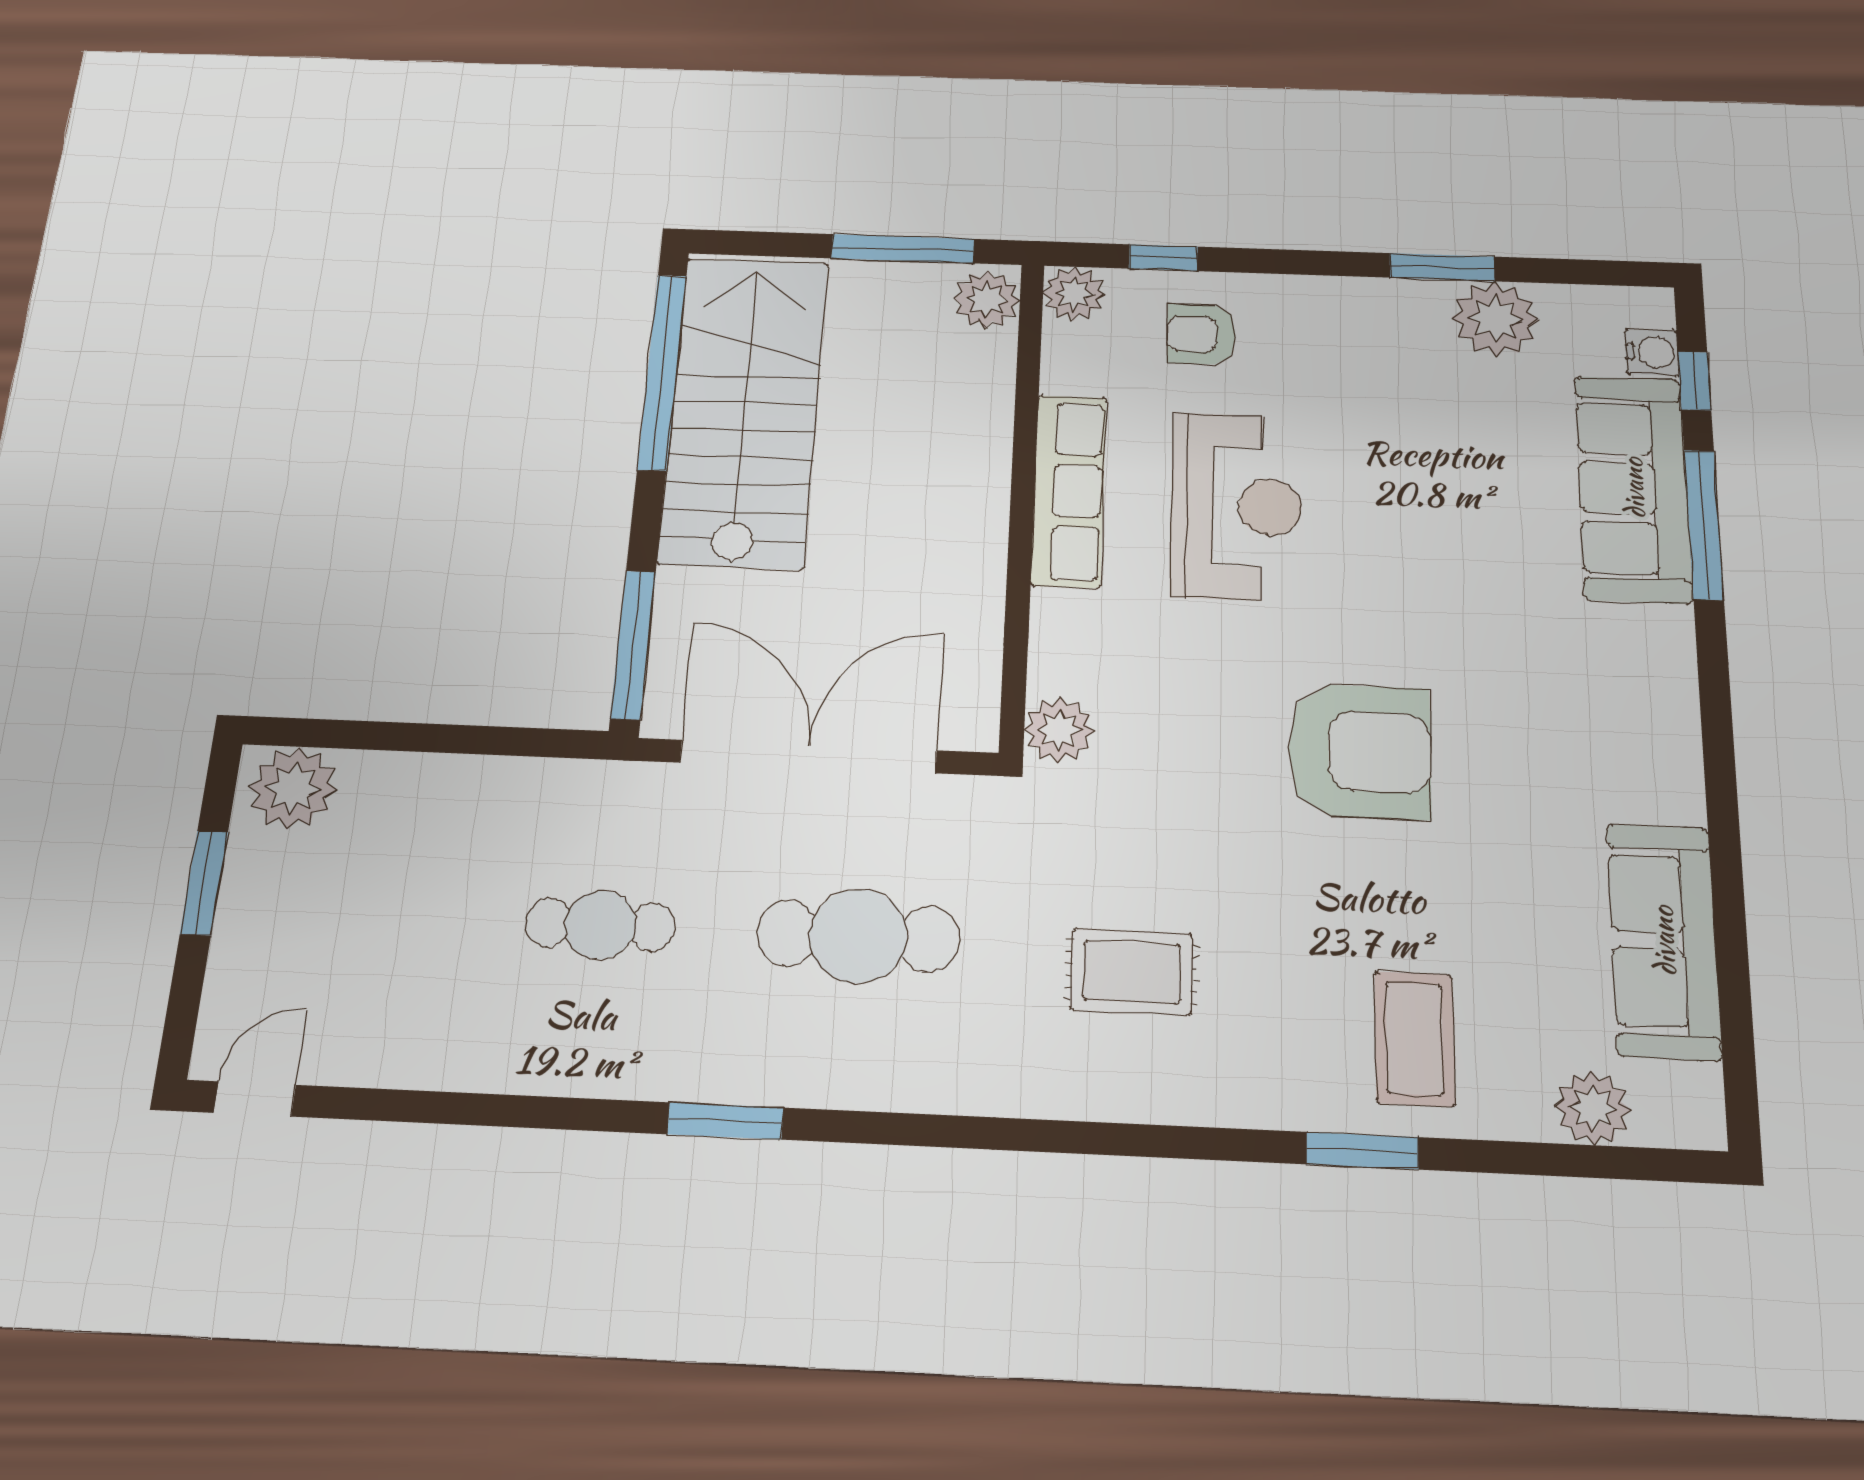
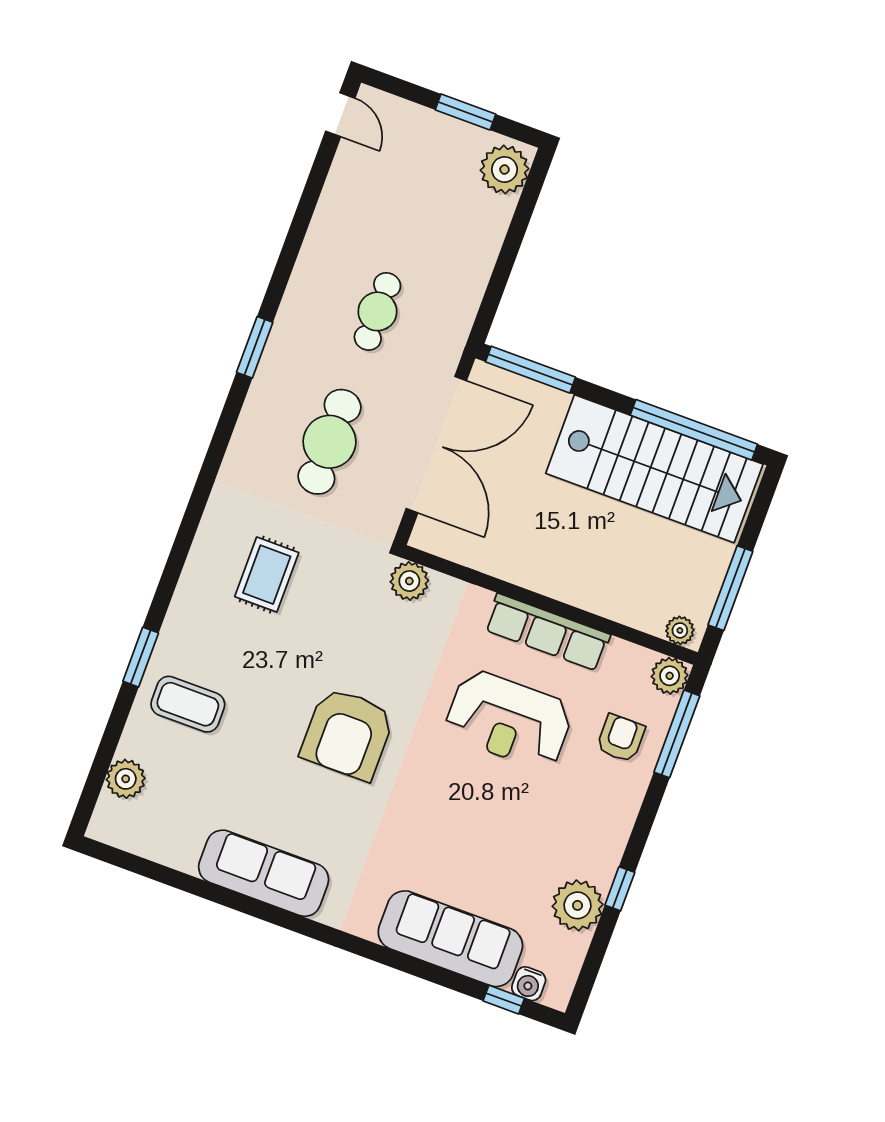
window: (1163, 258) -> (677, 734), width x2.17
window: (1442, 267) -> (620, 889), width x0.67
plant: (987, 300) -> (680, 630), width x0.73, depth x0.73
window: (1704, 525) -> (417, 968), removed
sofa: (1663, 941) -> (264, 873), moved

